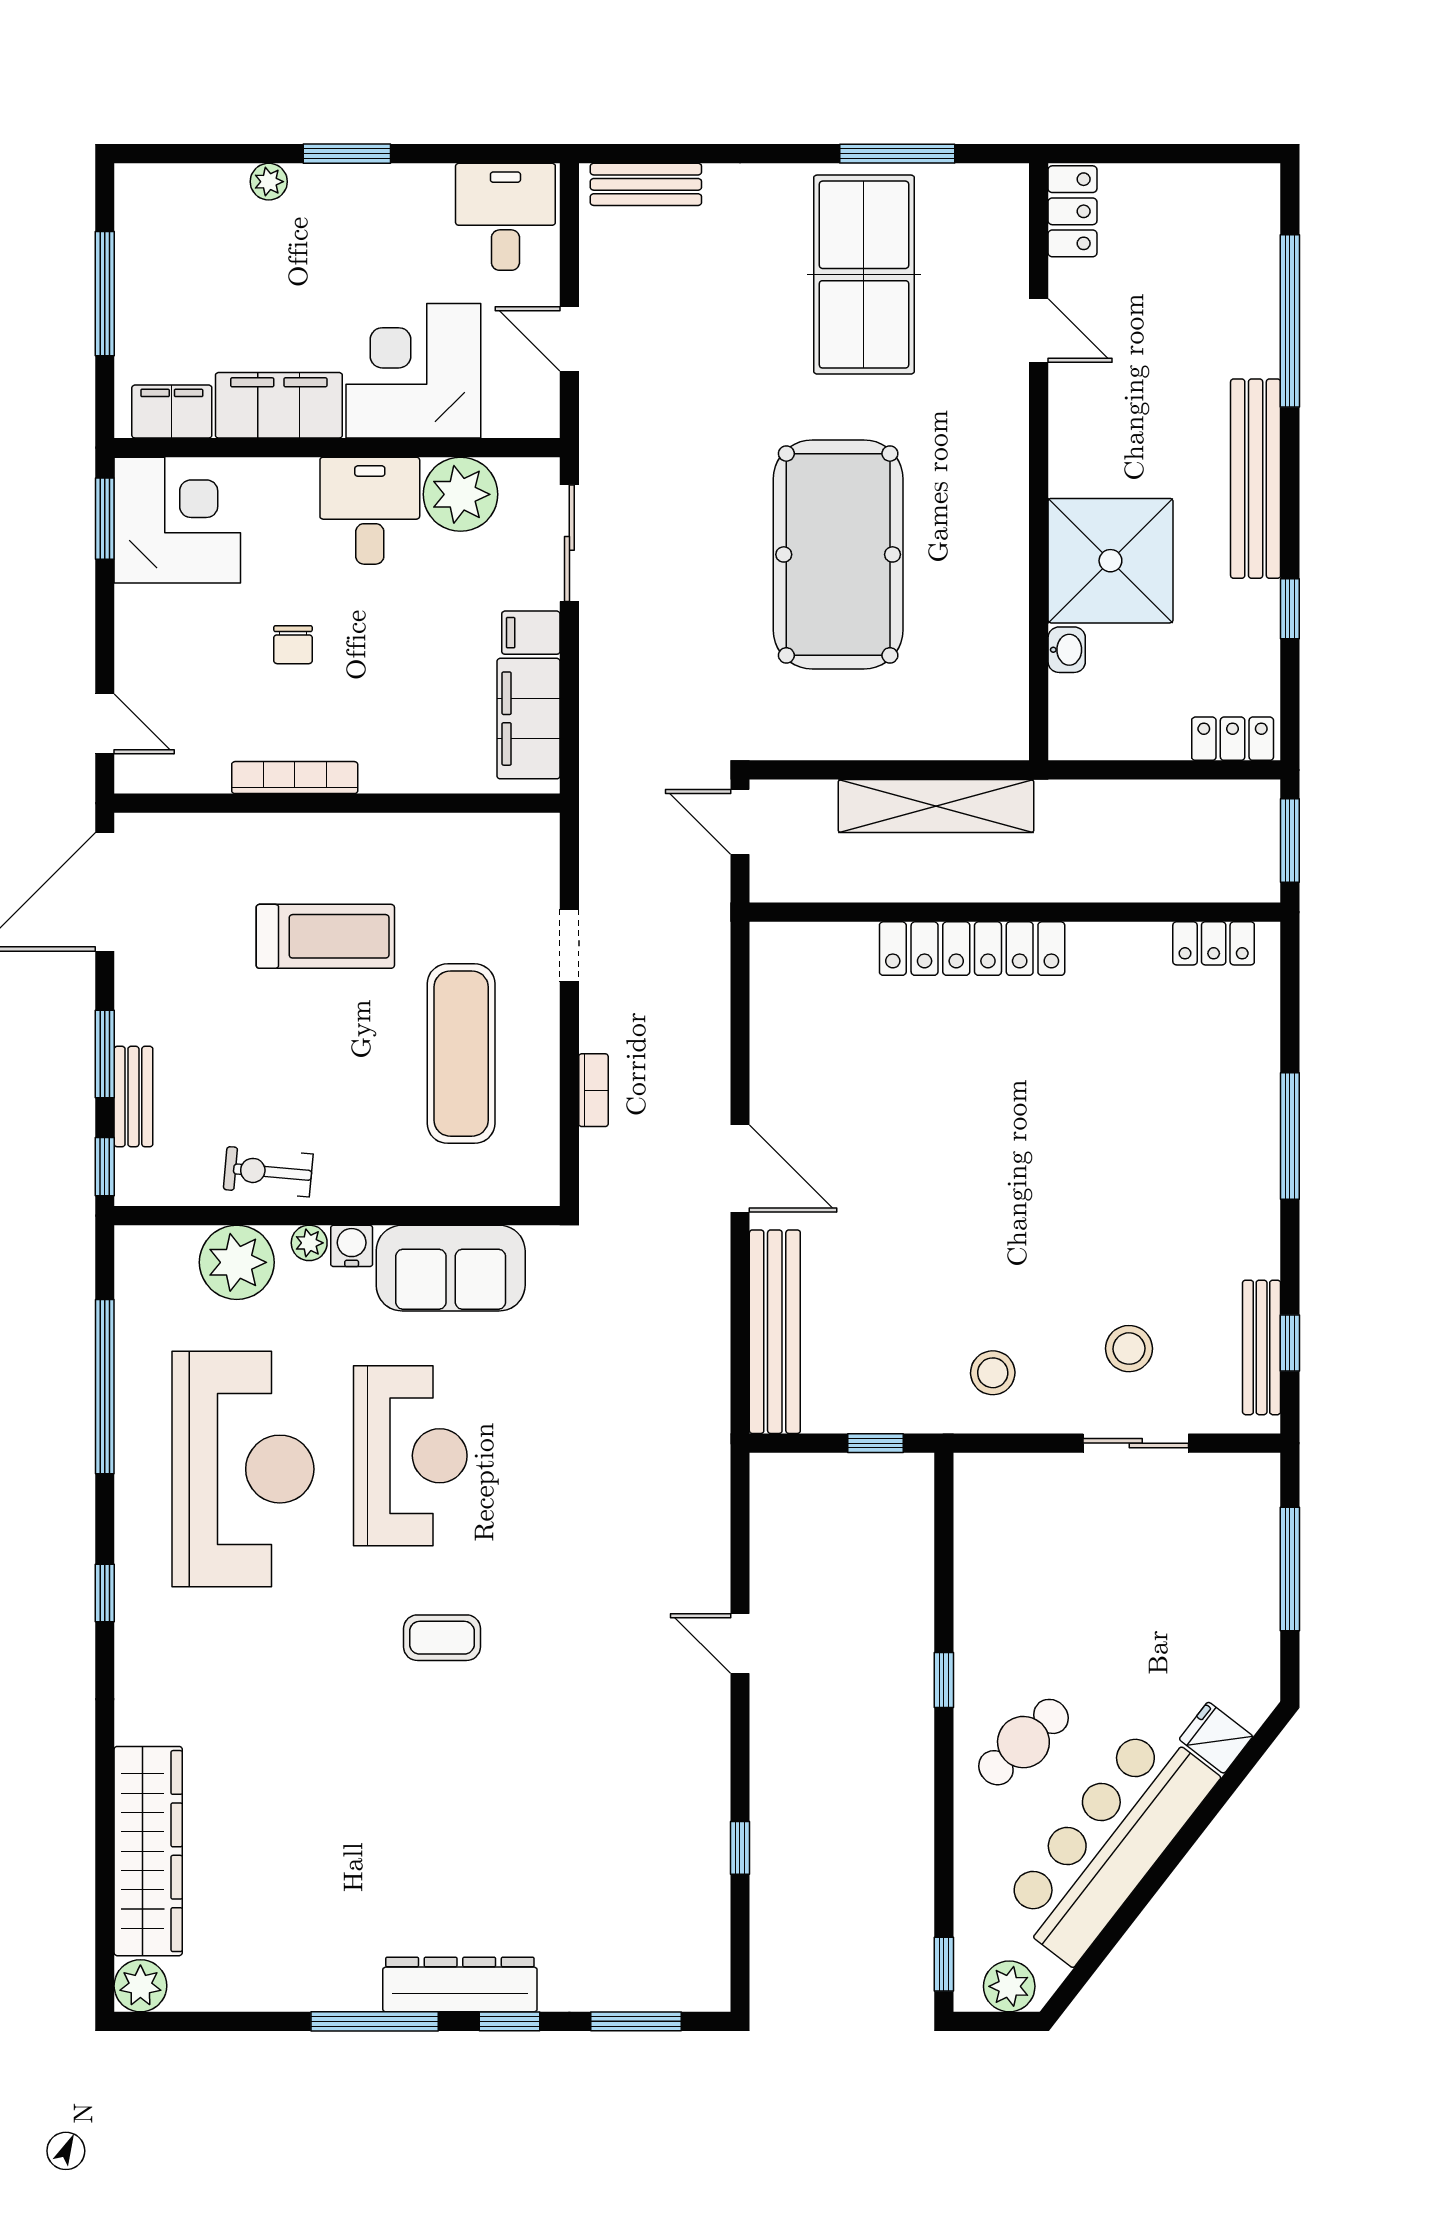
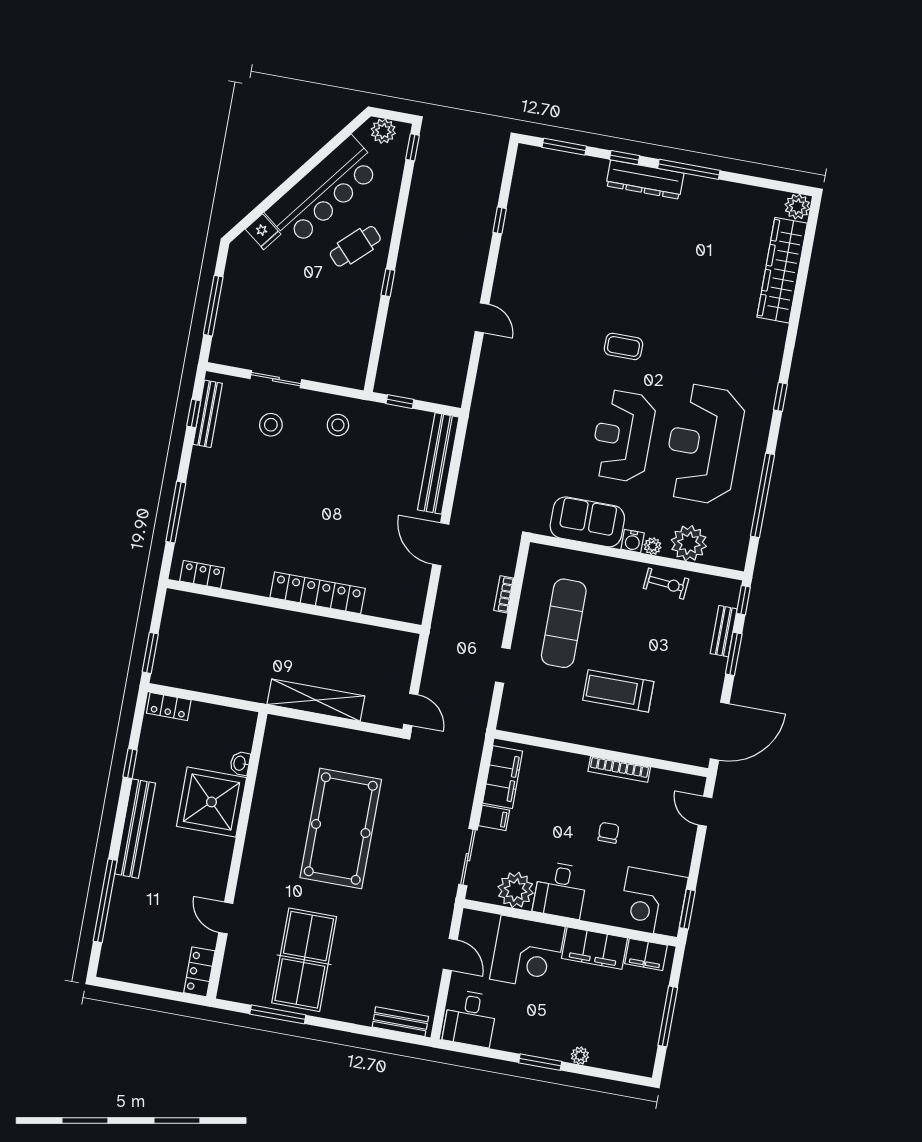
wall: (1015, 912) -> (294, 607), moved
locker: (1214, 943) -> (202, 574), moved
locker: (972, 949) -> (318, 593), moved

